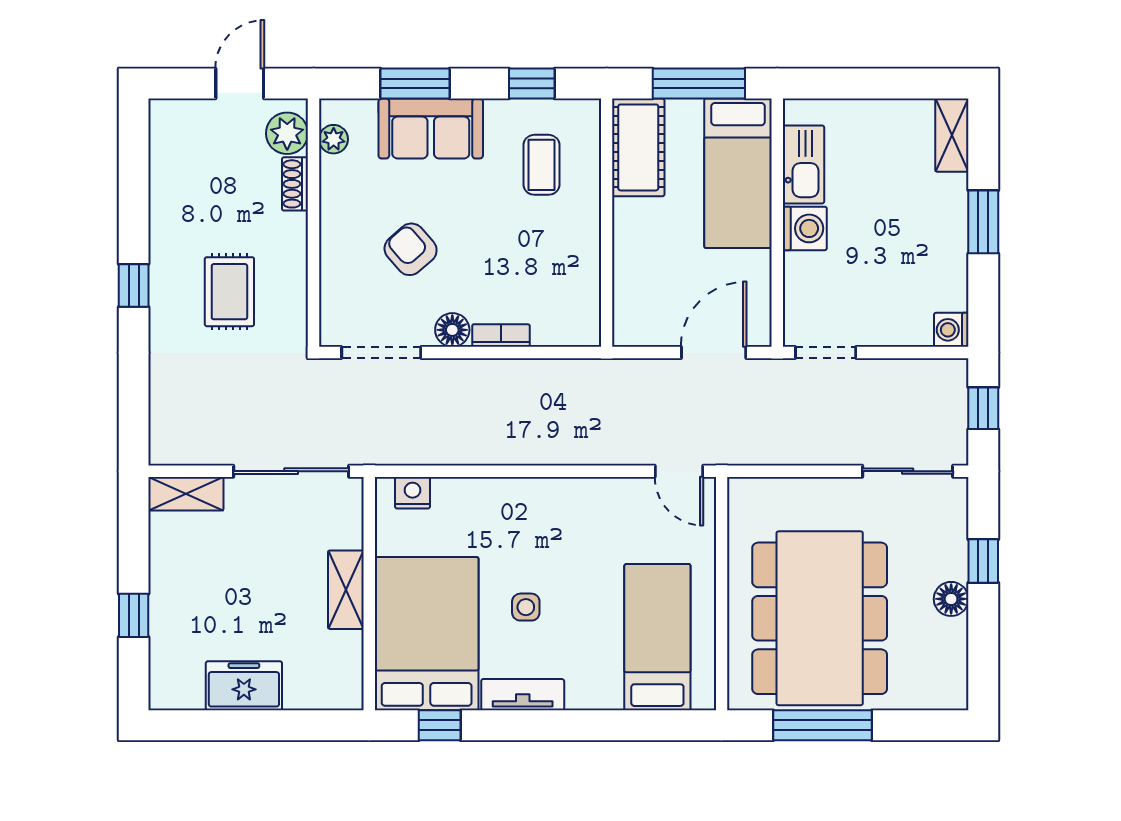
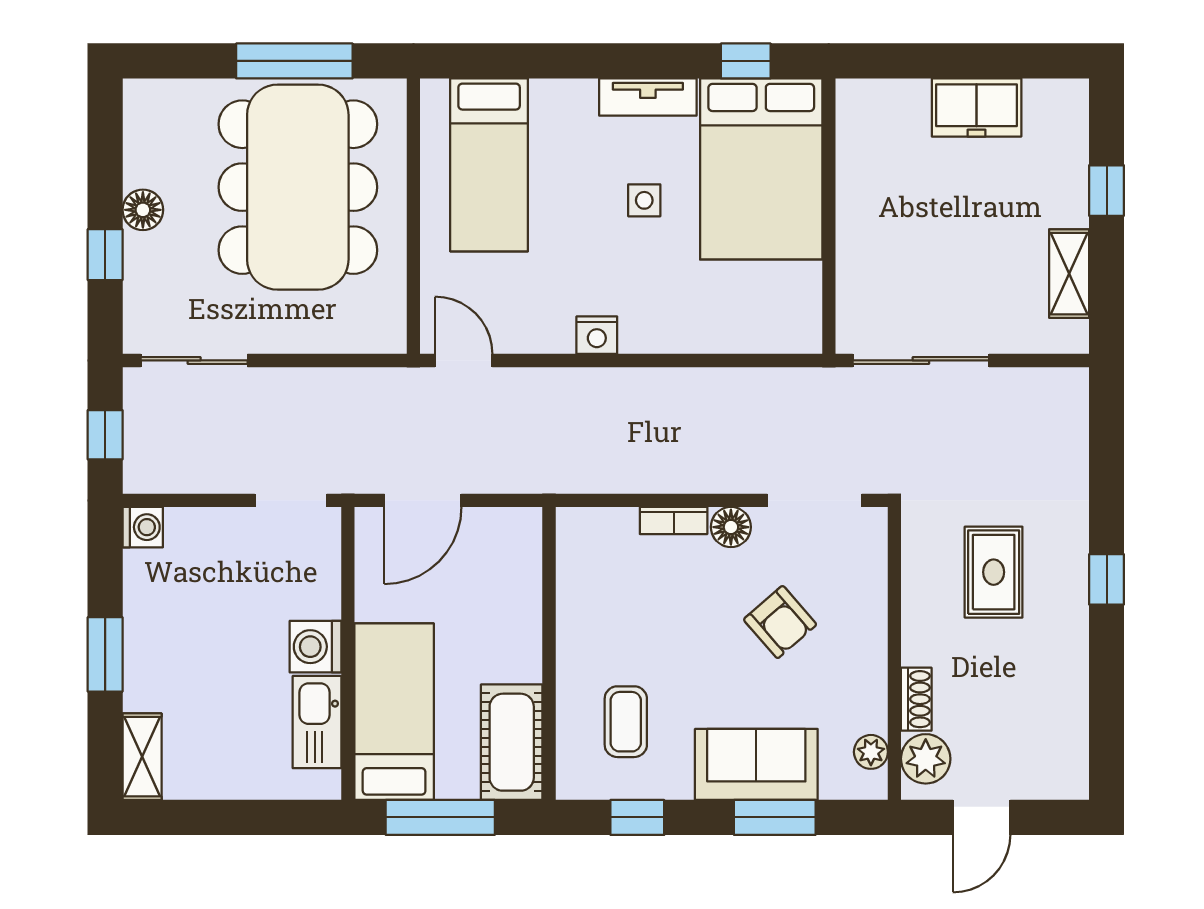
nightstand: (413, 493) -> (597, 335), moved
shelving: (186, 494) -> (1069, 274), moved, turned 90
shelving: (346, 590) -> (856, 221), removed

